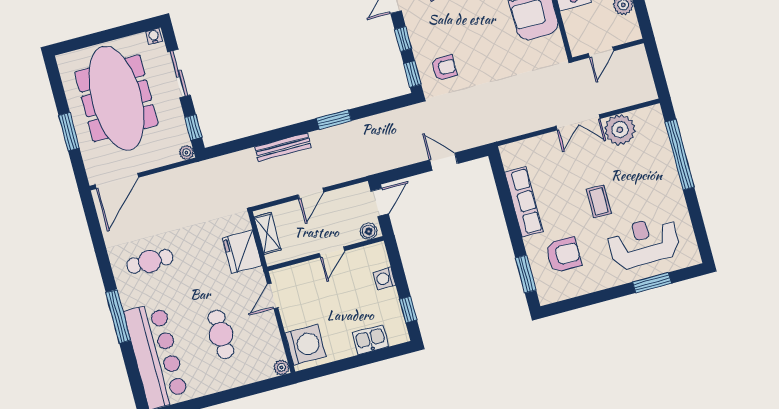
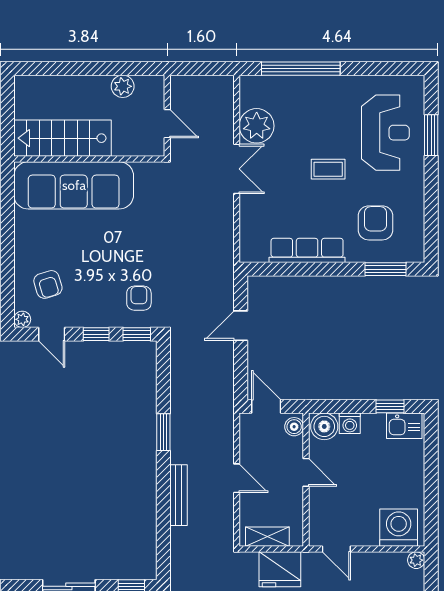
reception desk: (644, 242) -> (385, 133), turned 180
boiler: (376, 257) -> (324, 426), added
kitchen sink: (370, 340) -> (404, 426), moved, turned -90

